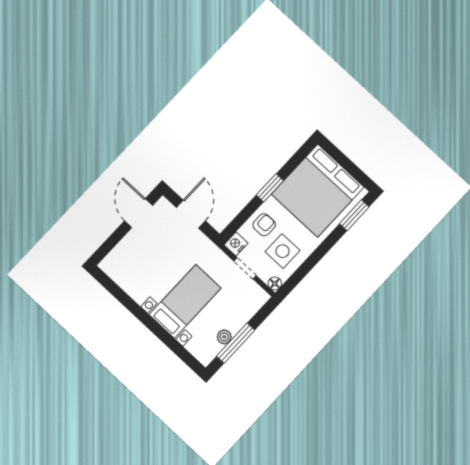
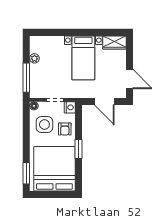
wardrobe: (117, 270) -> (114, 42), added
bed with nightstands: (185, 301) -> (83, 58), moved
window: (236, 343) -> (26, 78), moved

